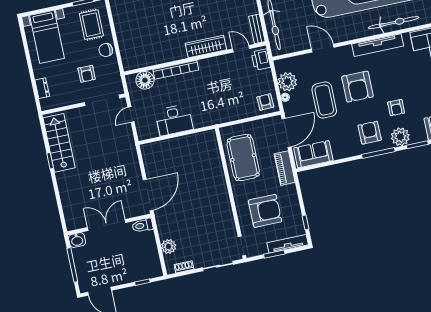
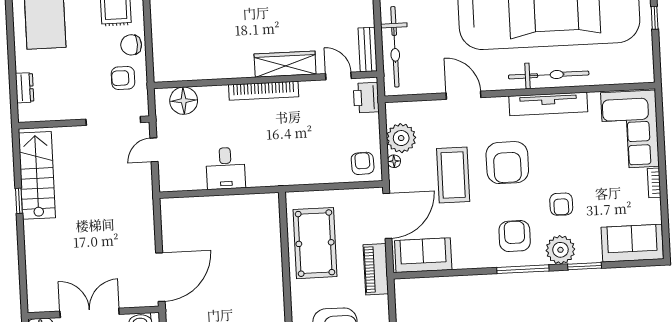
bicycle: (394, 23) -> (549, 75), moved
bookcase: (176, 70) -> (264, 91), moved
armchair: (87, 74) -> (123, 78), moved, turned 90
desk: (174, 120) -> (226, 168), width x0.73

